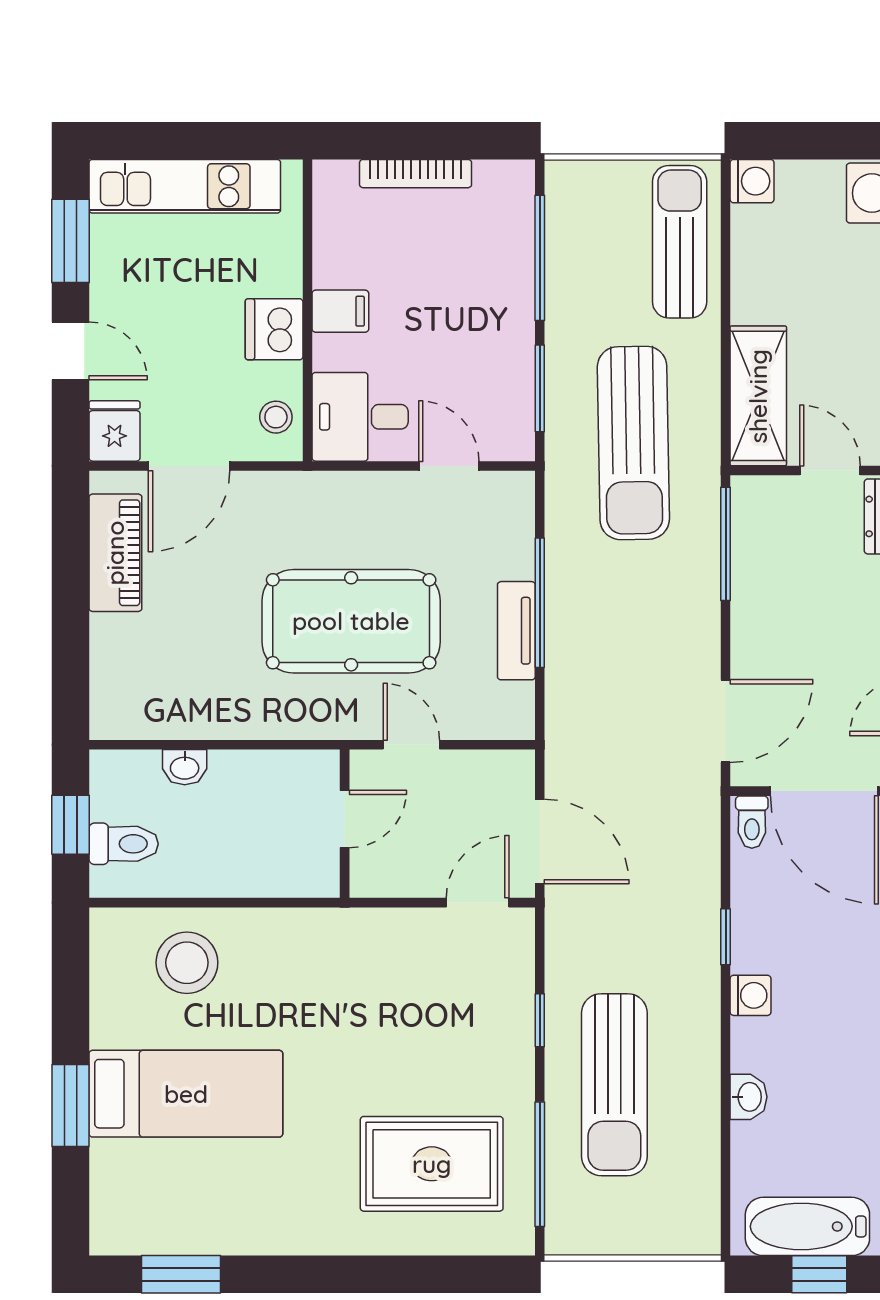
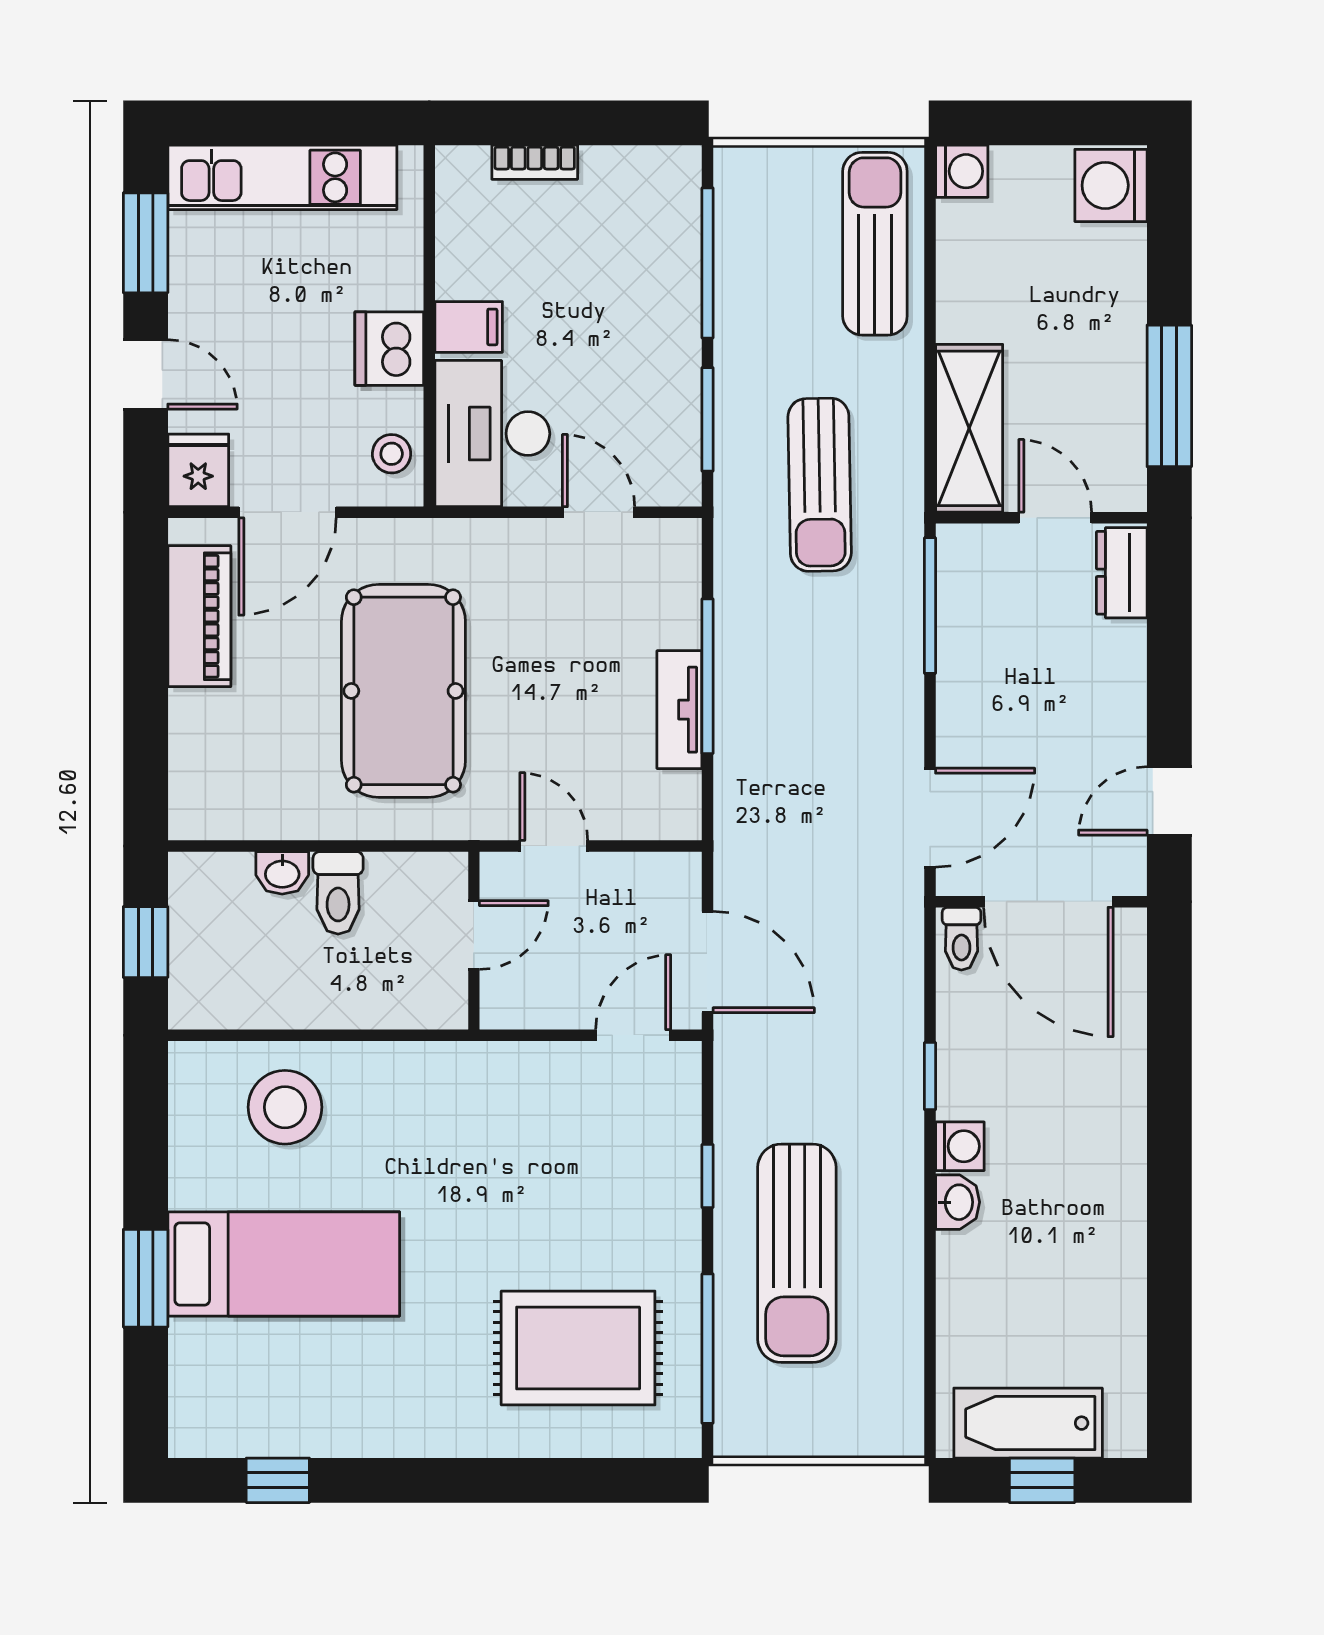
bookcase: (416, 174) -> (535, 162), width x0.64
desk: (360, 417) -> (492, 434), width x1.37
sun lounger: (633, 443) -> (820, 485), width x0.73, depth x0.75
pool table: (351, 621) -> (403, 691), moved, turned 90
toilet: (124, 844) -> (338, 893), moved, turned 90
washbasin: (749, 1097) -> (958, 1202), moved
window: (181, 1274) -> (278, 1480), width x0.67

